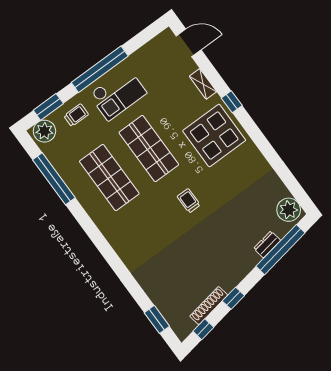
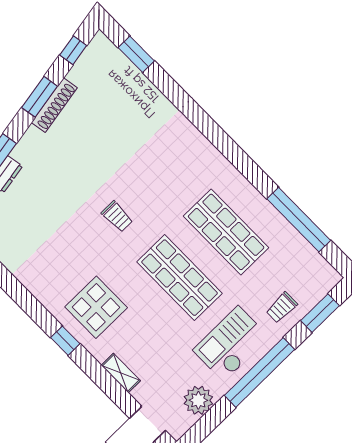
window: (232, 102) -> (65, 341), moved
plant: (44, 131) -> (198, 400), moved
display table: (214, 136) -> (96, 307), width x0.73, depth x0.73
window: (233, 298) -> (40, 97), width x1.50
shoe rack: (209, 306) -> (54, 105), moved

